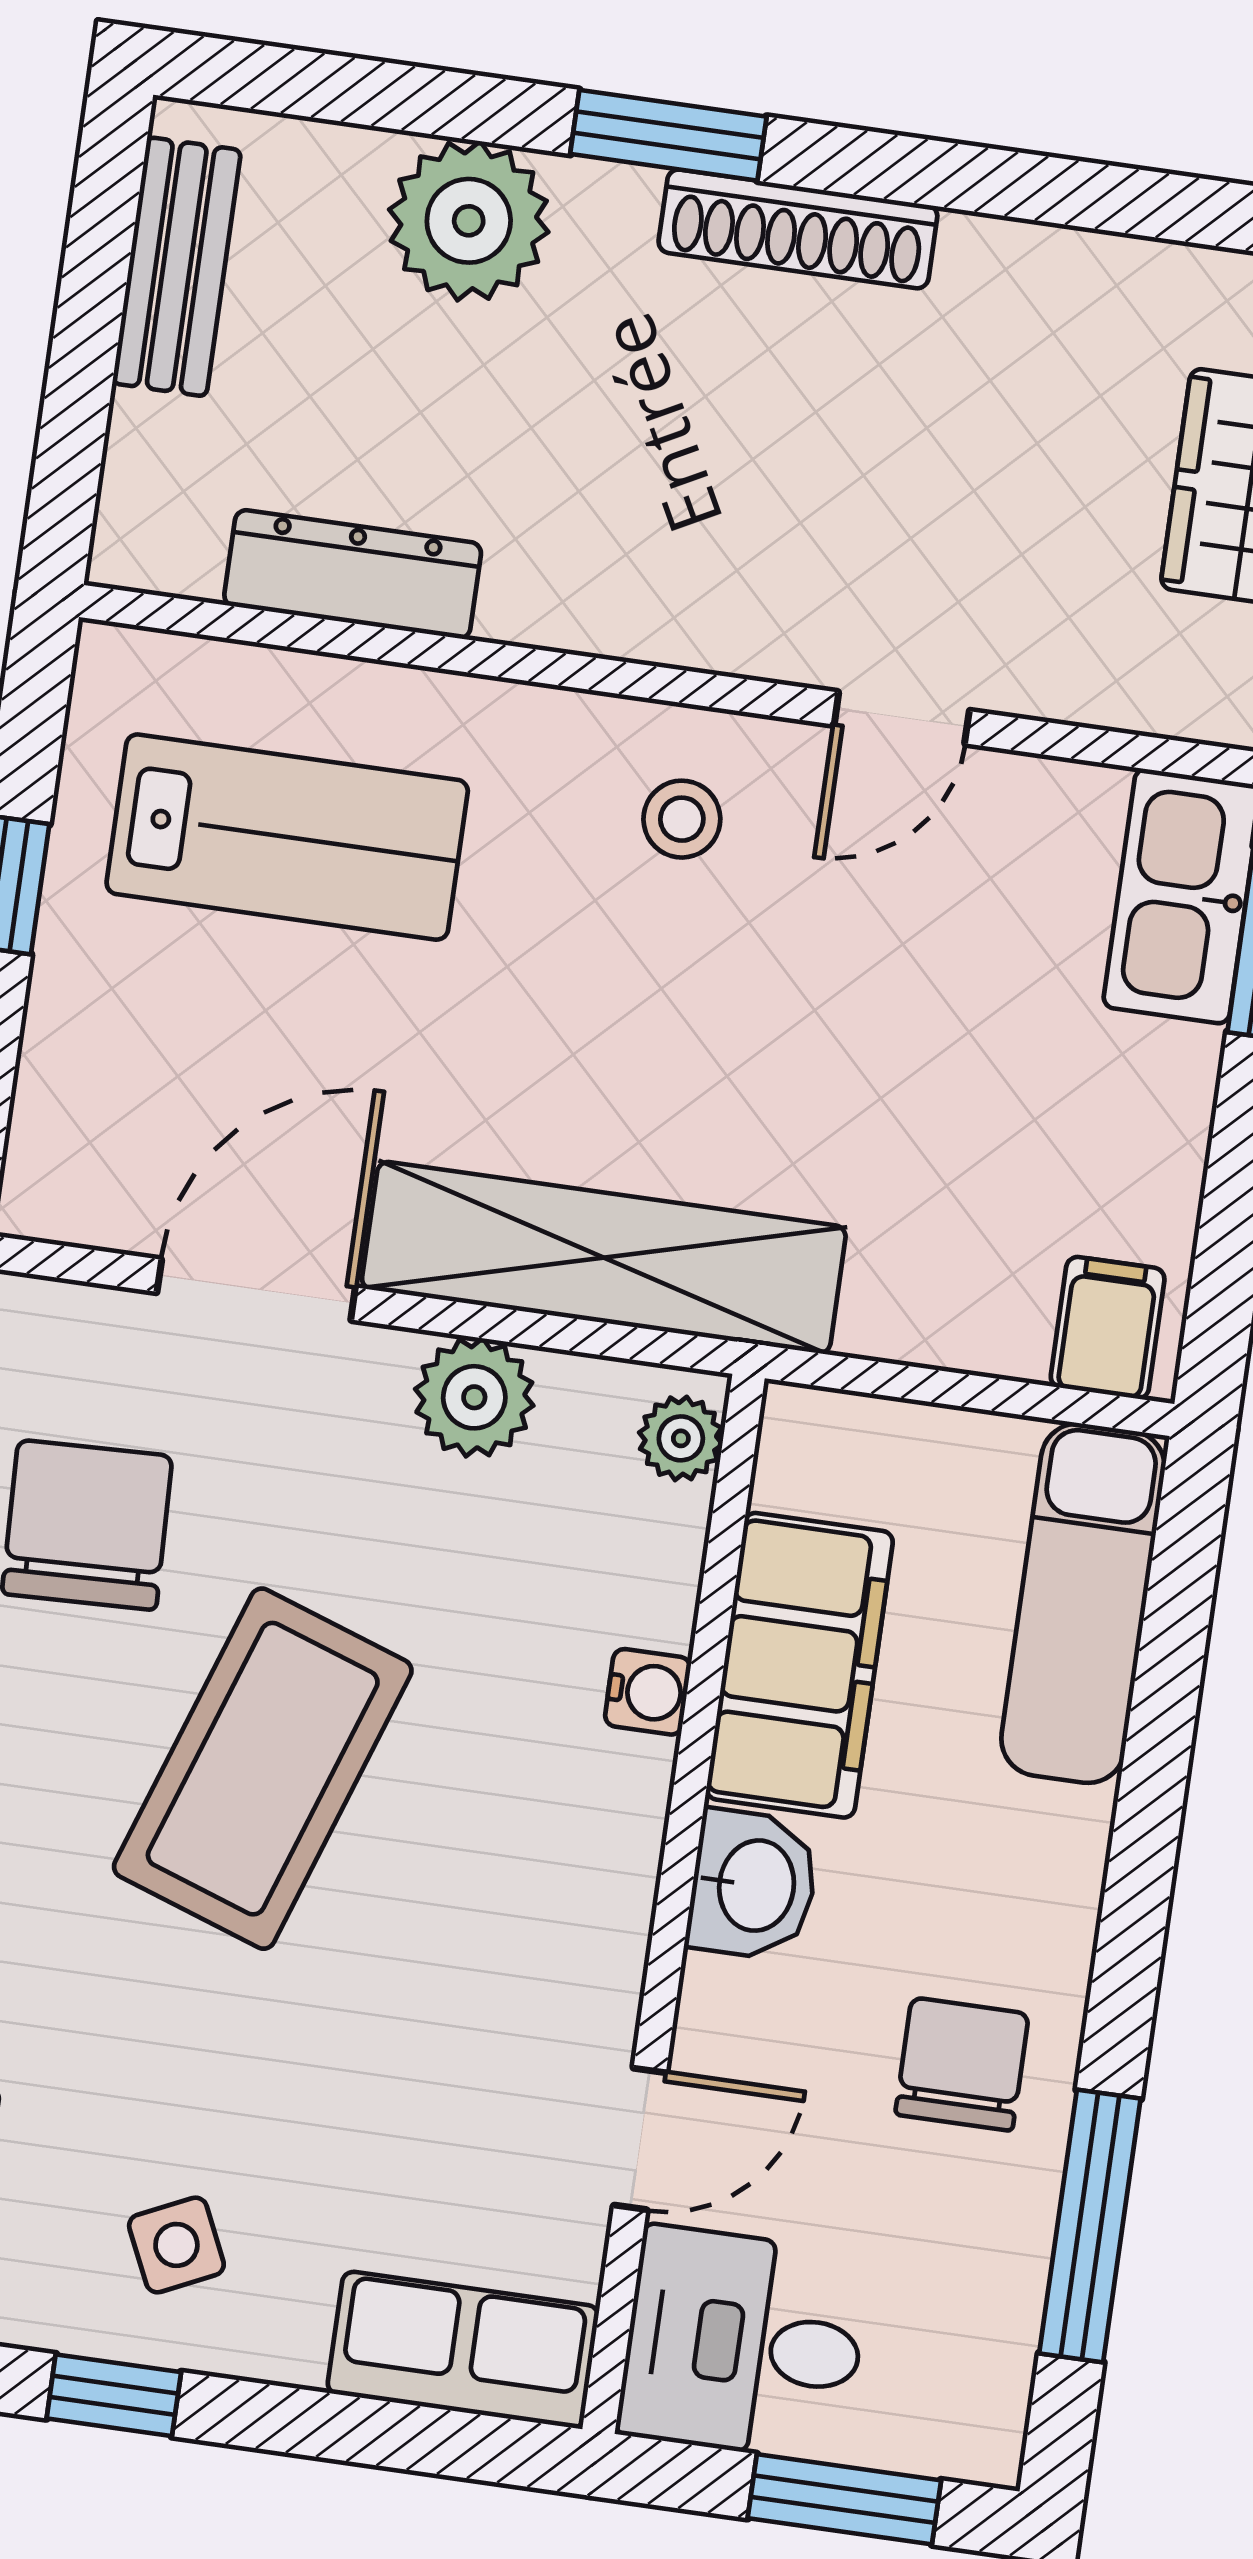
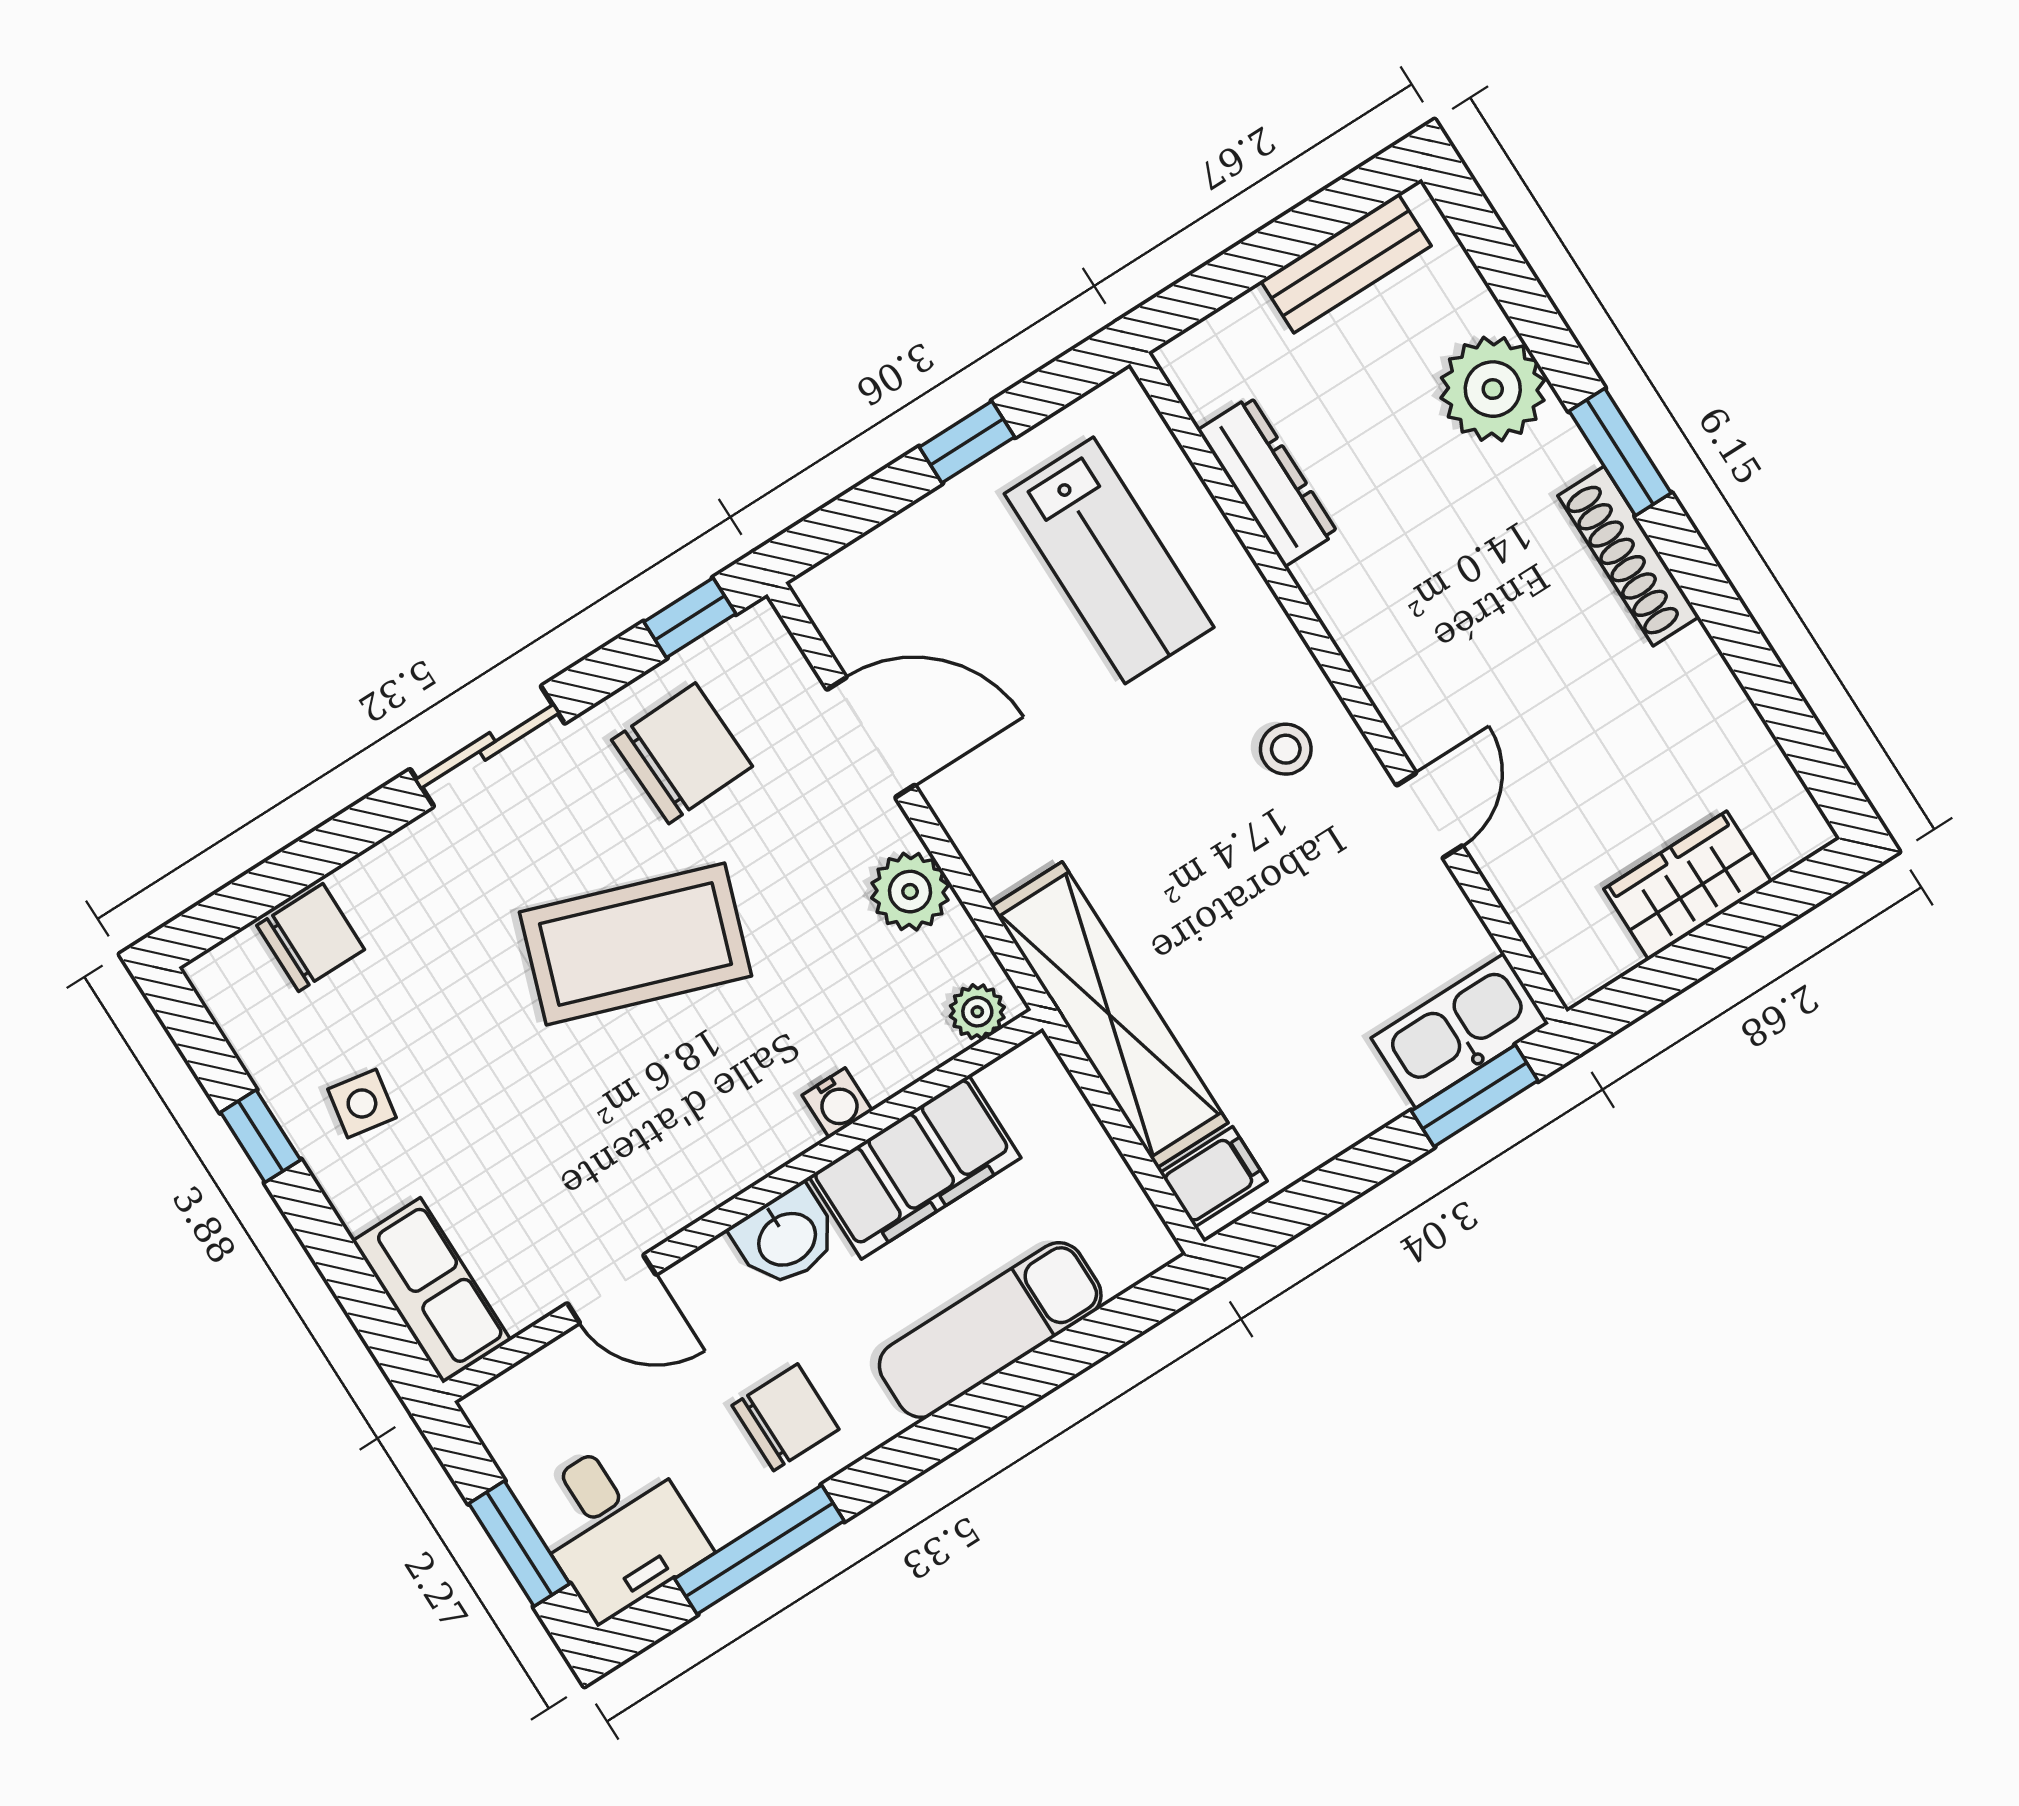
door: (902, 718) -> (1429, 815), swing flipped
shelving: (604, 1258) -> (1110, 1015), moved
exam couch: (1083, 1603) -> (990, 1330), moved
side table: (176, 2245) -> (362, 1103), turned 35
desk: (744, 2344) -> (616, 1526), moved, turned 180

